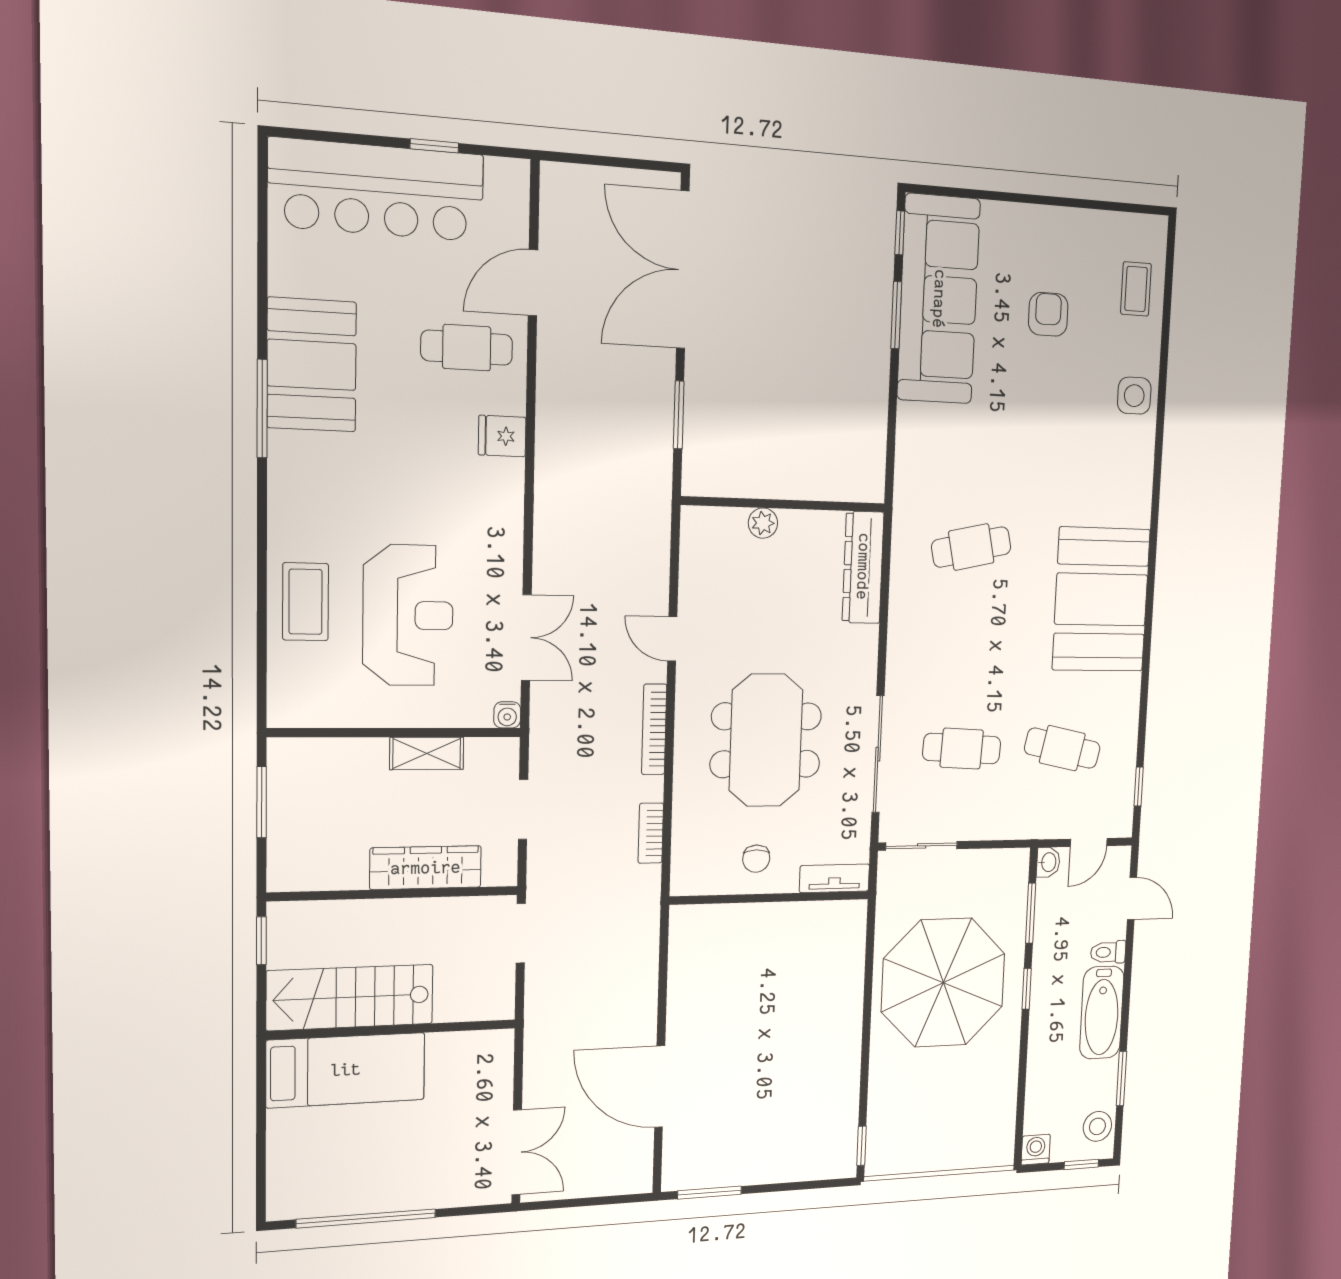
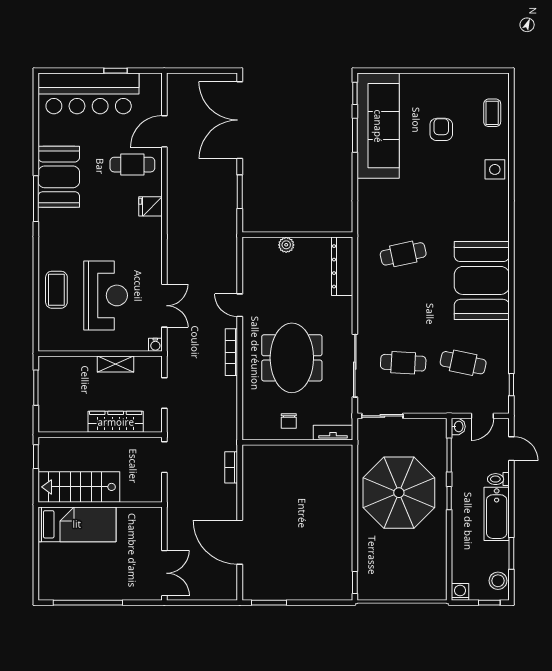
bookcase: (651, 833) -> (231, 467), moved

